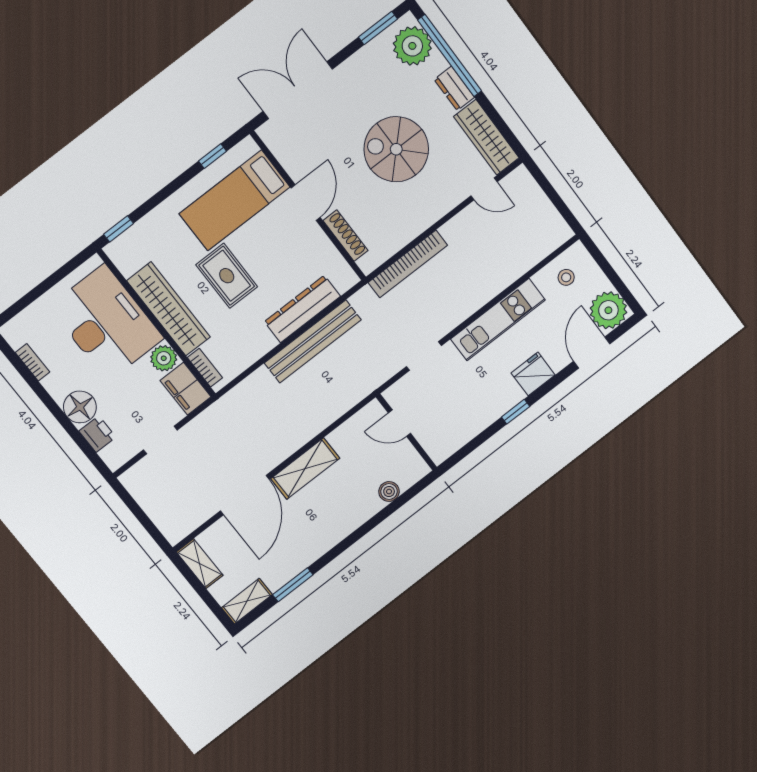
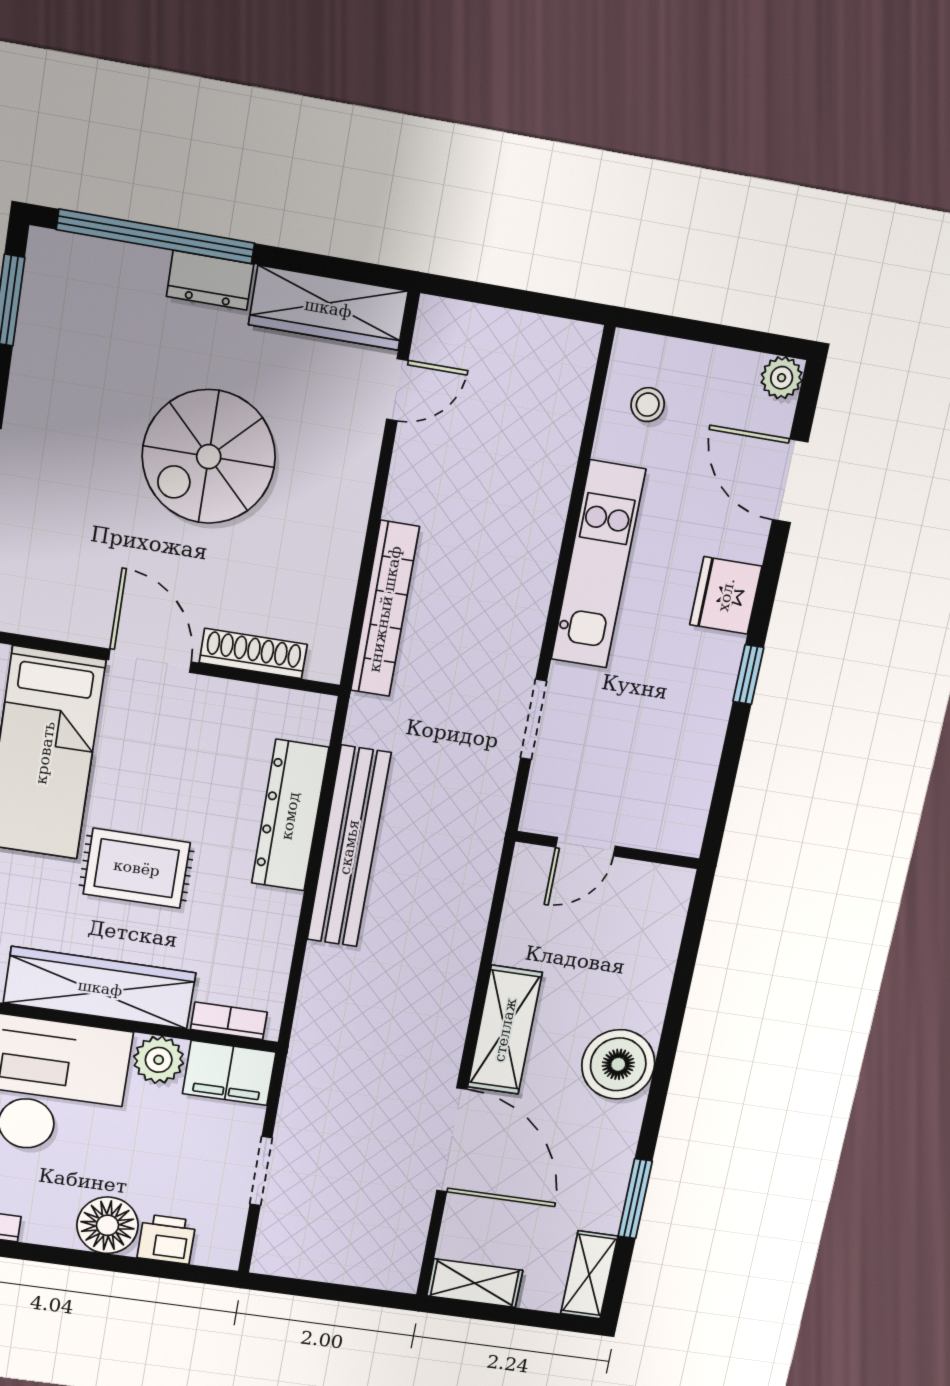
plant: (412, 46) -> (86, 277), removed
plant: (608, 310) -> (782, 378), width x0.53, depth x0.53
boiler: (389, 492) -> (618, 1064), moved, width x1.86, depth x1.86

